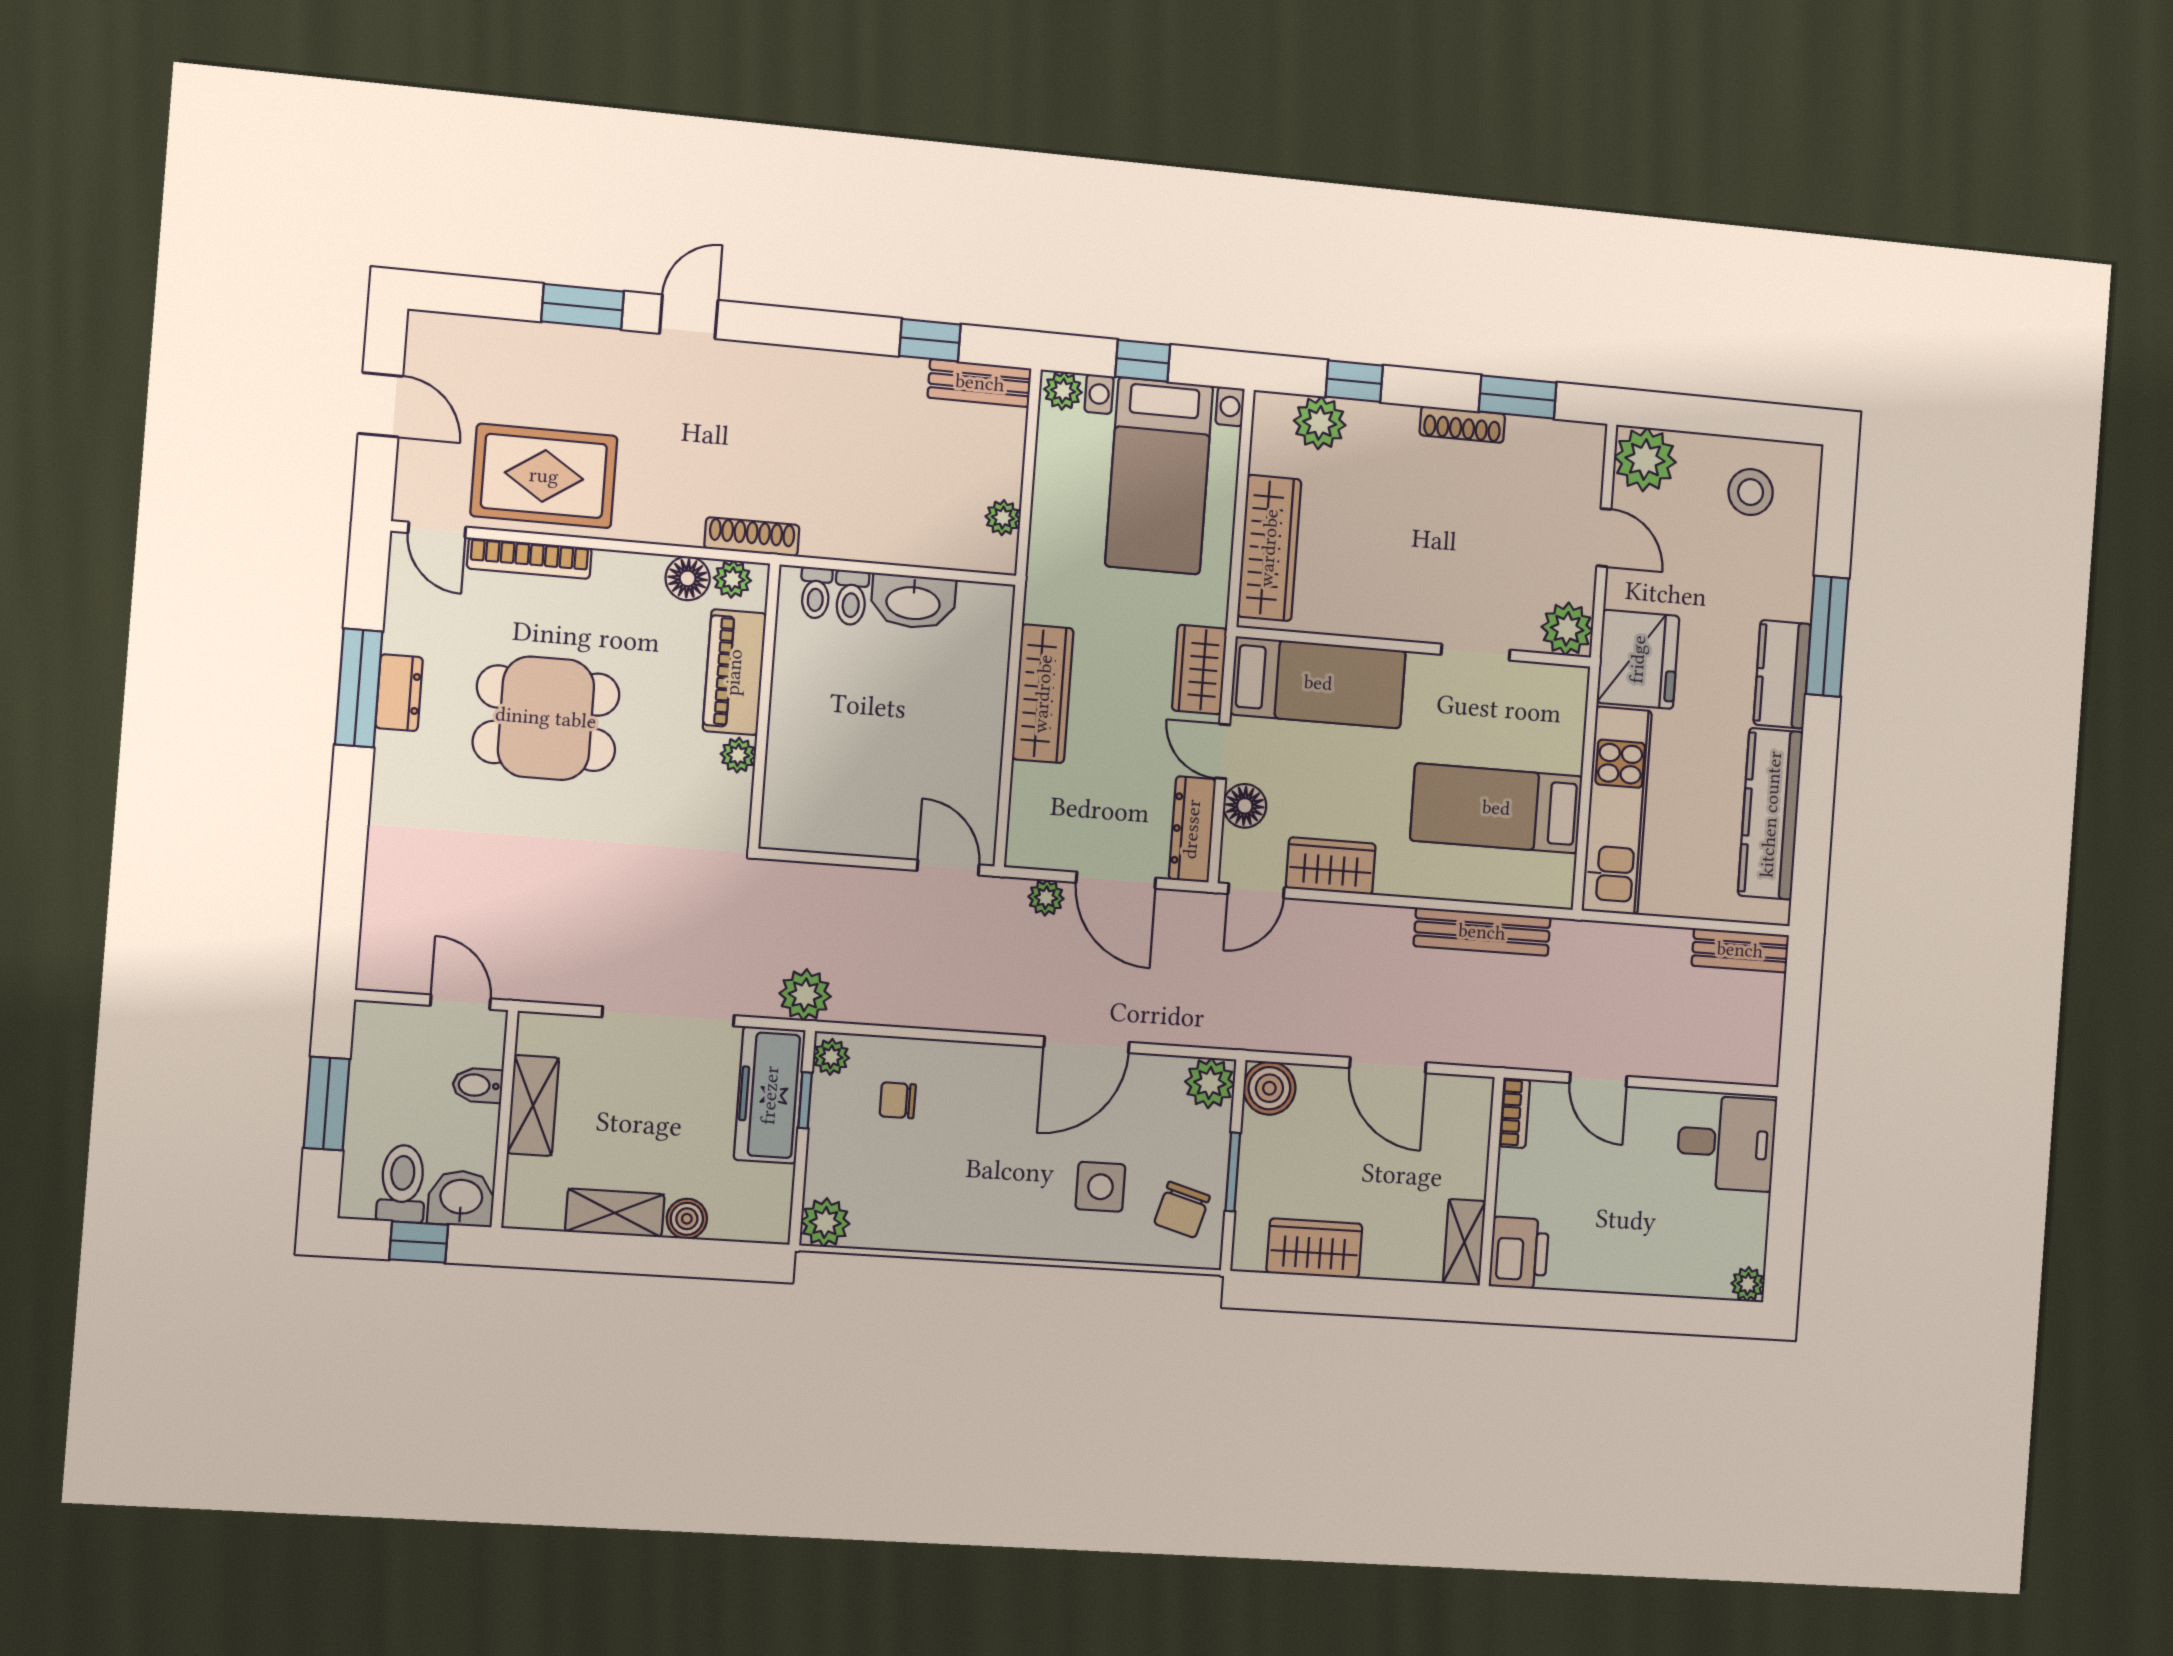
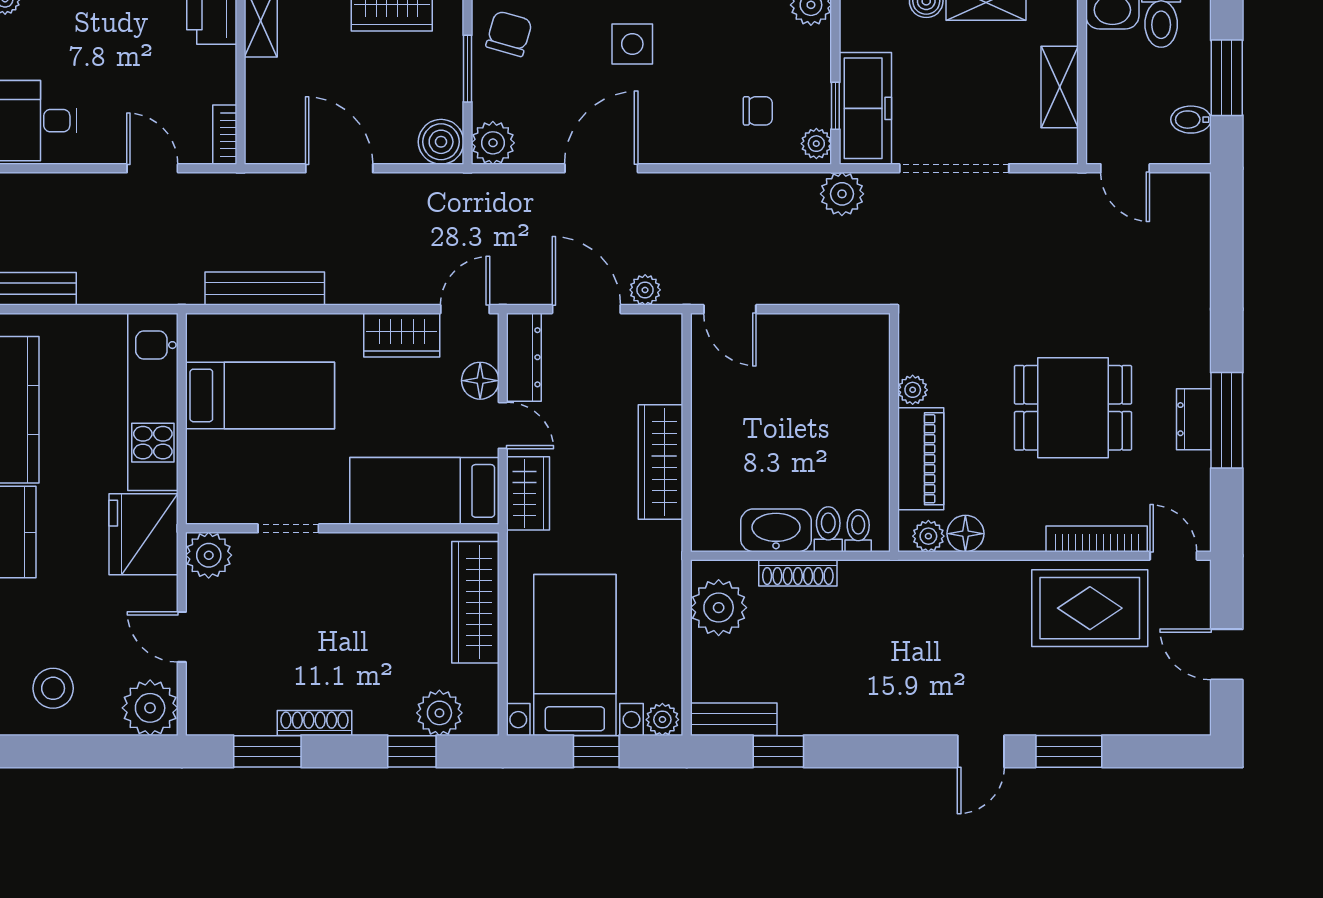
plant: (1003, 518) -> (719, 608), width x1.88, depth x1.88
shoe rack: (752, 537) -> (798, 573), moved
bidet: (478, 1085) -> (1191, 120), moved, turned 180
side table: (1100, 1187) -> (632, 44), moved

